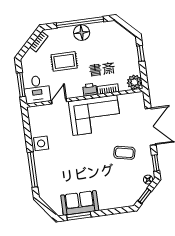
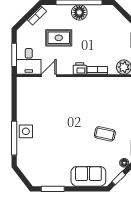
corner sofa: (95, 115) -> (81, 94), removed
side table: (41, 143) -> (26, 131), moved
sofa: (80, 203) -> (88, 176), moved

